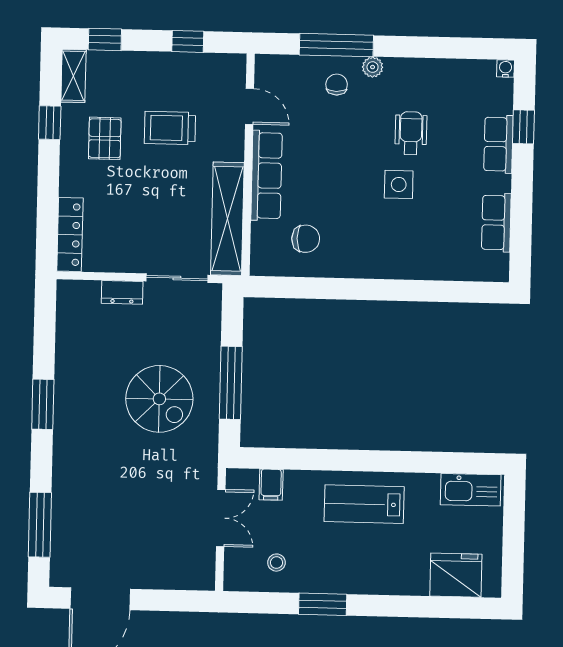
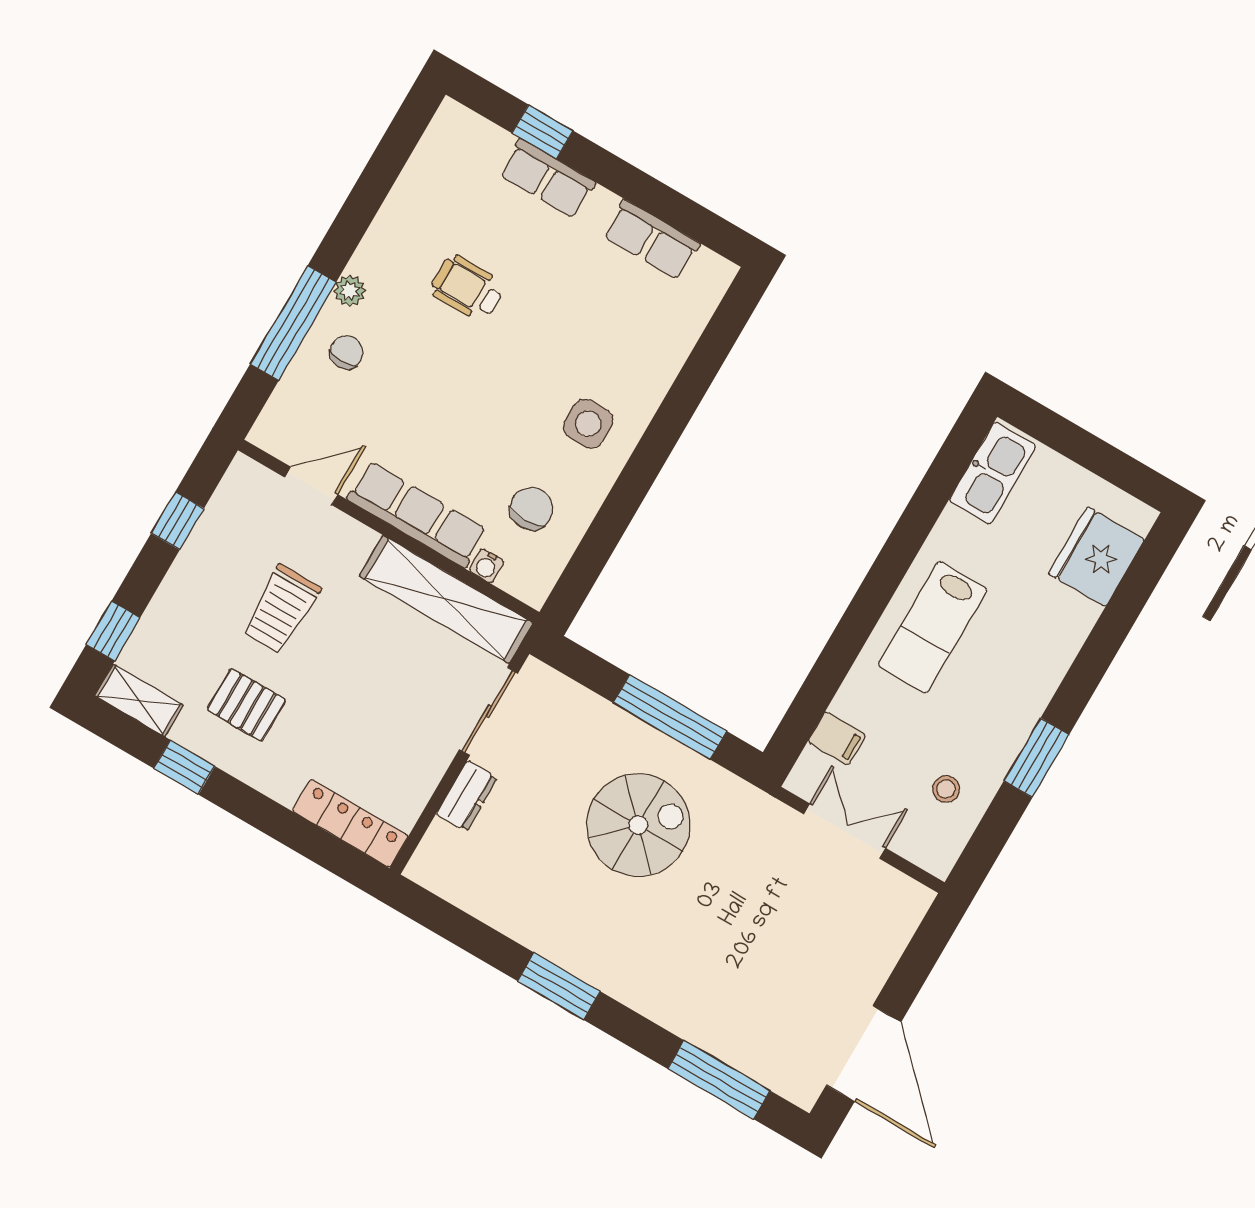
water cooler: (506, 69) -> (487, 566), moved, turned -90
chair: (337, 85) -> (346, 352), turned 90
side table: (399, 184) -> (588, 424), moved

